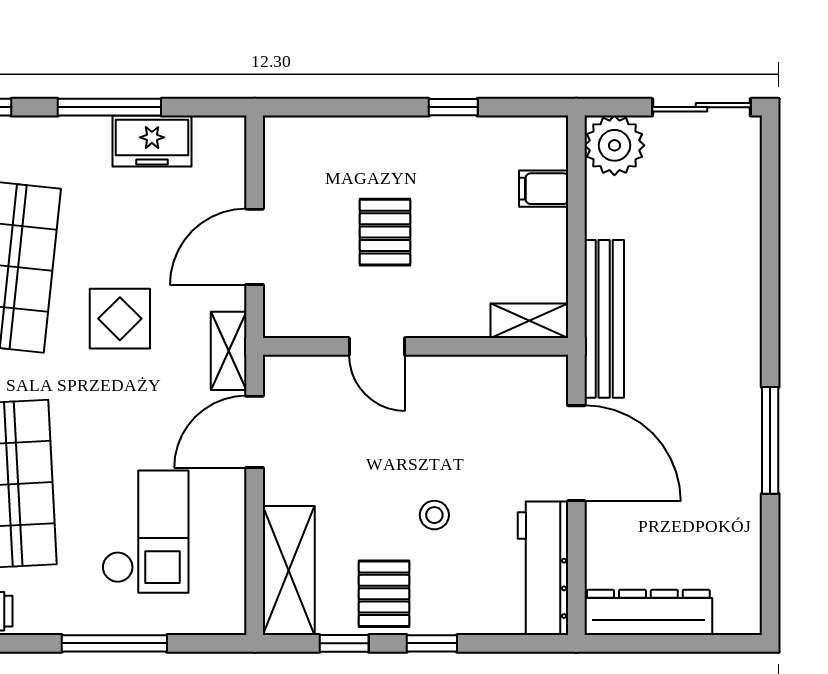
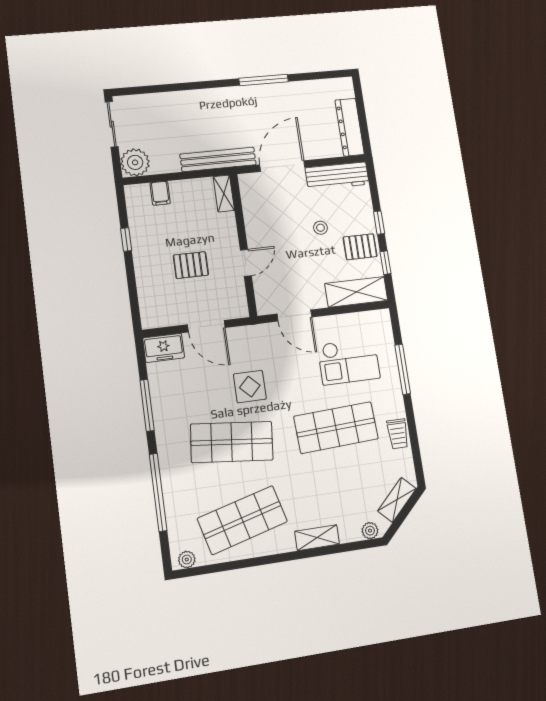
freezer: (152, 141) -> (164, 348), moved, turned 90
shelving: (229, 351) -> (258, 332), removed
checkout: (145, 532) -> (349, 361), turned 180

